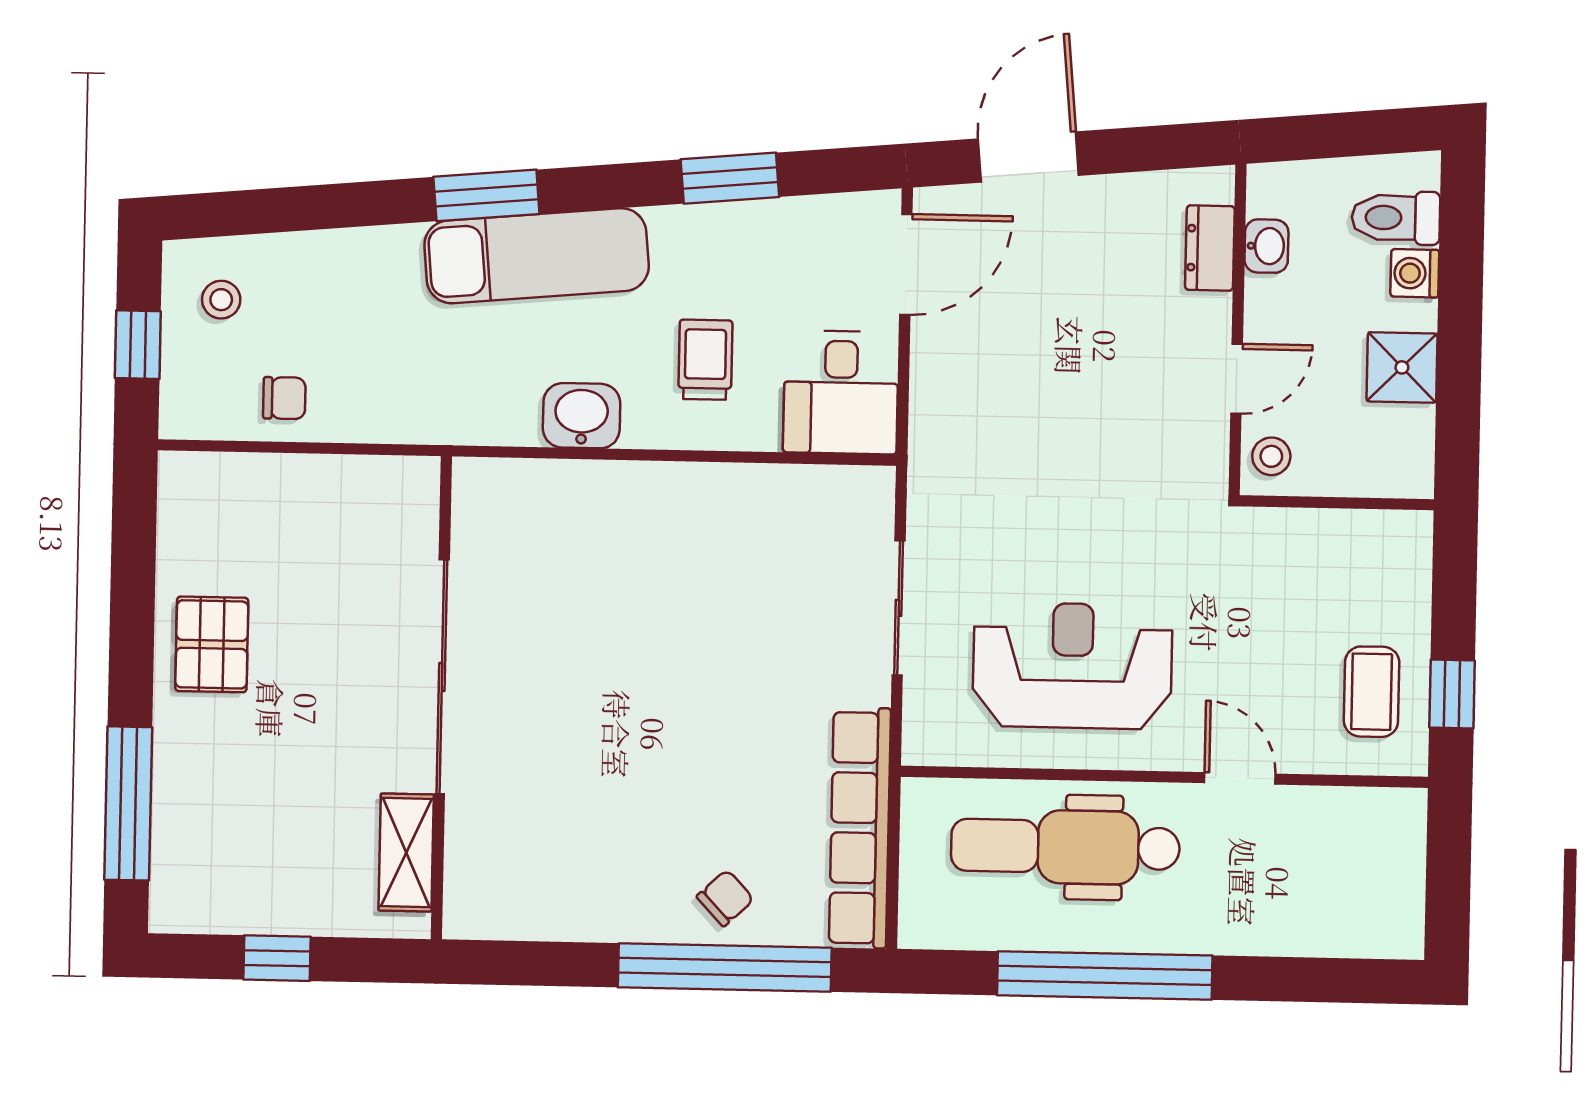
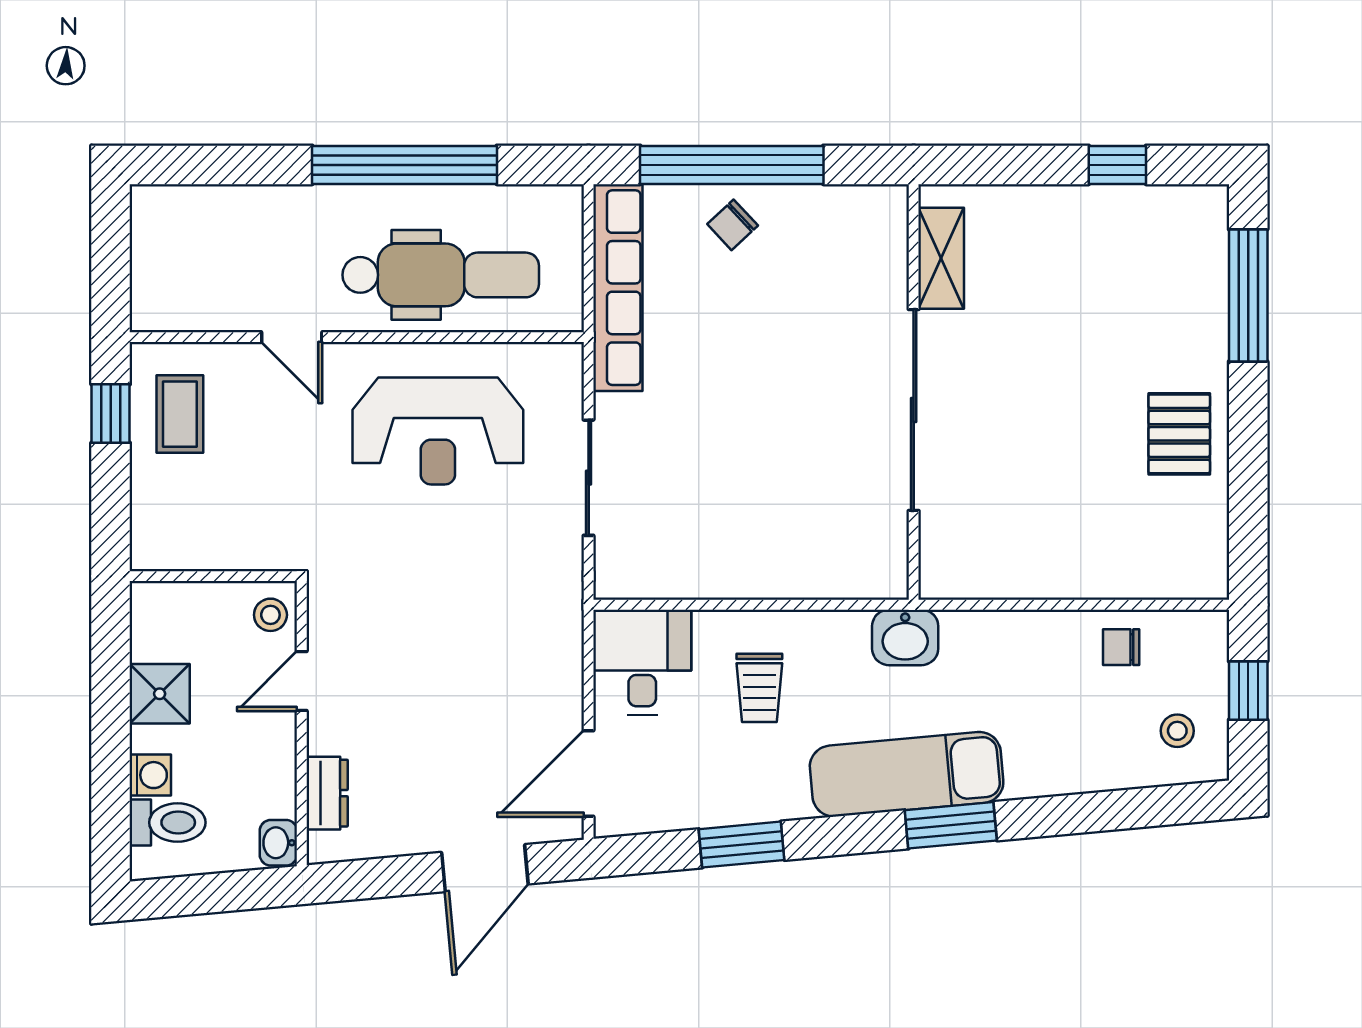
washbasin: (1266, 246) -> (278, 843), moved
washbasin: (582, 416) -> (905, 637), moved
sliding door: (442, 677) -> (914, 410), moved
wall: (441, 698) -> (914, 392), moved
shelving: (406, 853) -> (941, 258), moved

